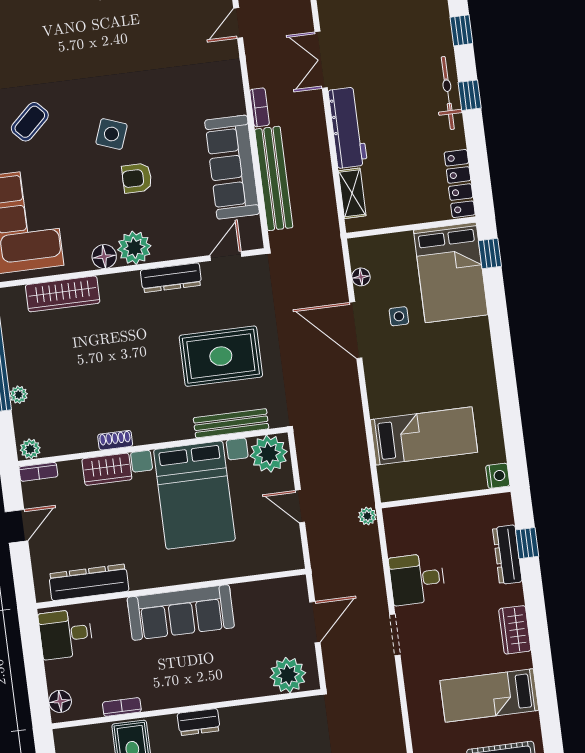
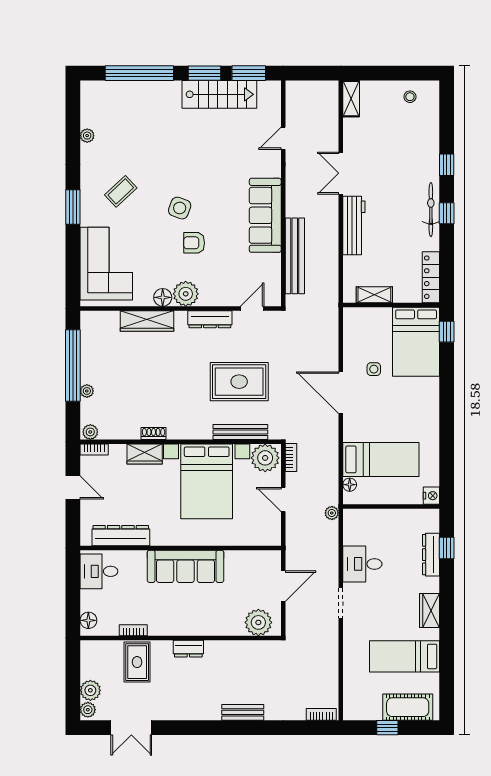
bookcase: (259, 107) -> (291, 458), moved
sofa: (232, 167) -> (265, 215), moved
shelving: (352, 193) -> (374, 295), moved, turned 90
floor lamp: (361, 277) -> (350, 485), moved
wardrobe: (63, 294) -> (147, 321), moved
door: (356, 330) -> (341, 393), moved
door: (17, 526) -> (73, 487), hinge flipped

